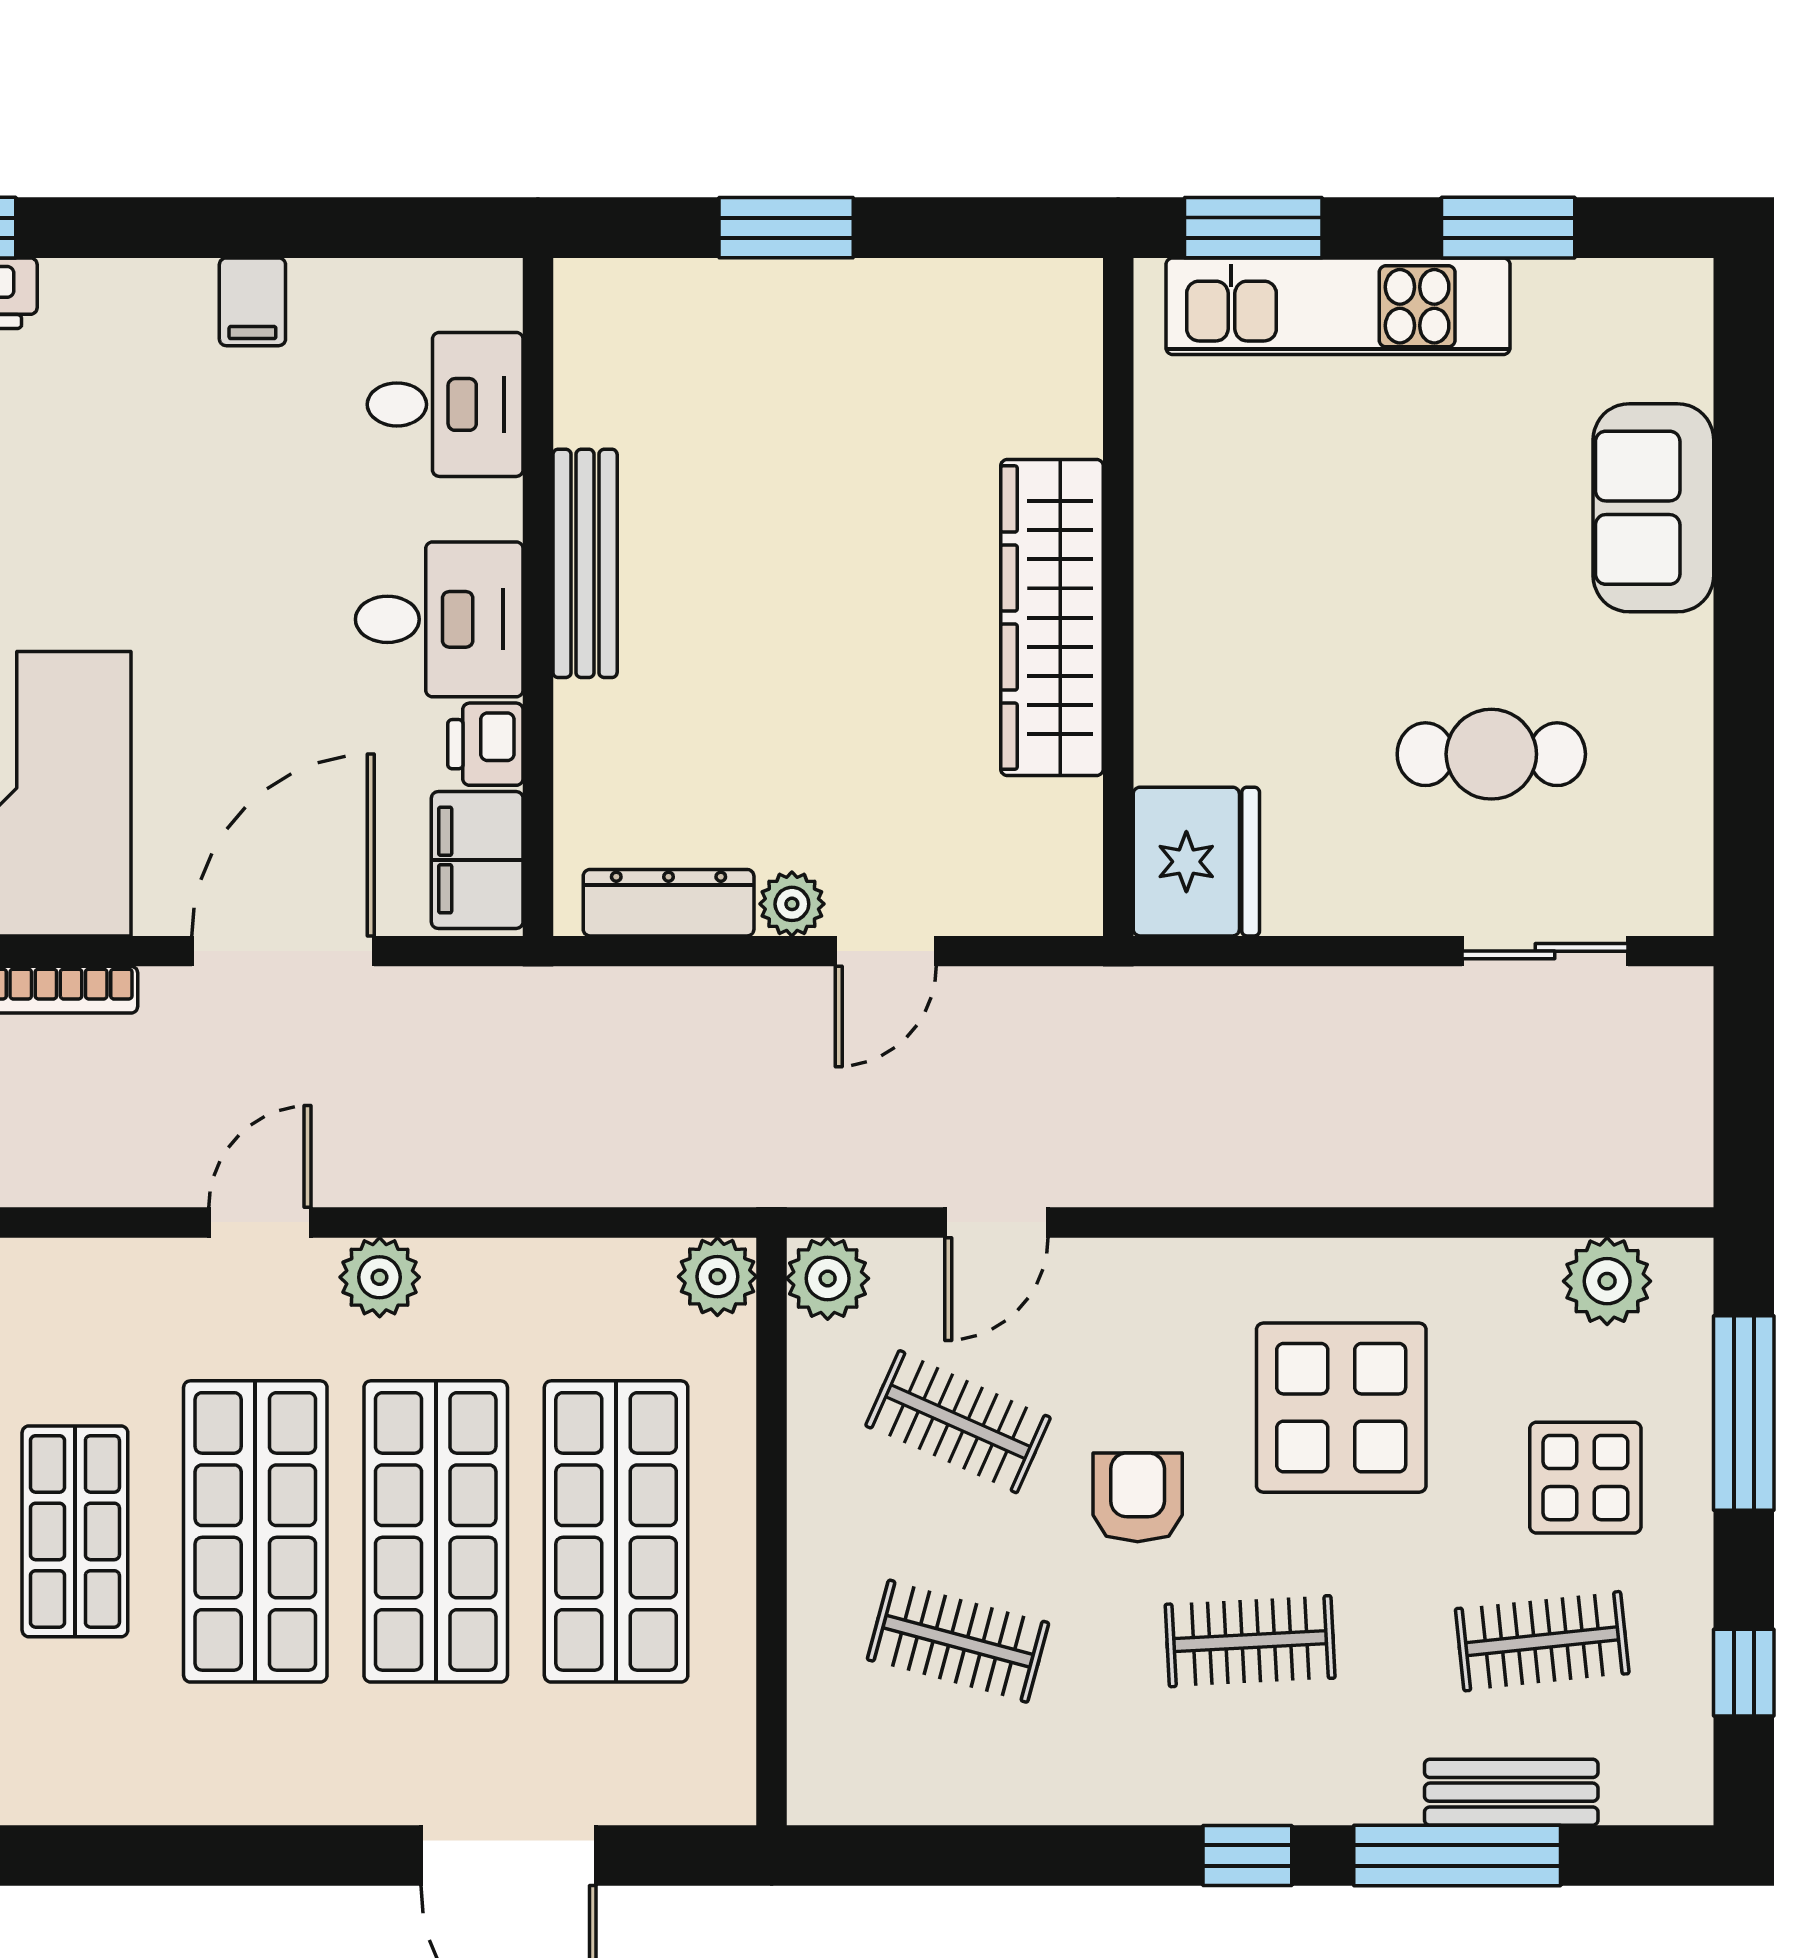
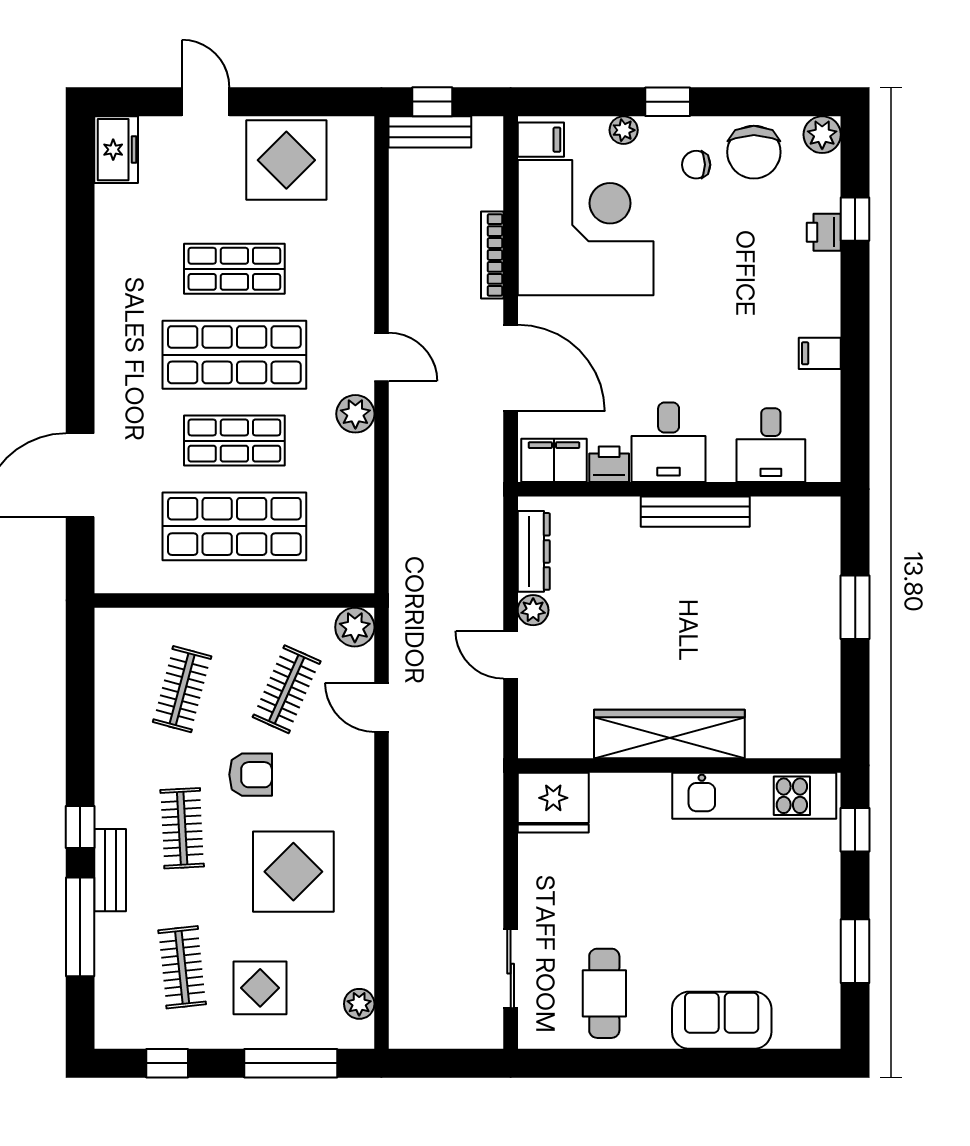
window: (1253, 228) -> (855, 830), width x0.67
kitchen unit: (1338, 306) -> (754, 796), moved, turned -90
cafe table: (1491, 754) -> (604, 993), moved
plant: (717, 1277) -> (356, 575), removed
plant: (1607, 1281) -> (359, 1004), width x0.73, depth x0.73
shop shelf: (436, 1531) -> (234, 441), width x0.70, depth x0.74
bench: (1511, 1792) -> (110, 870), moved

